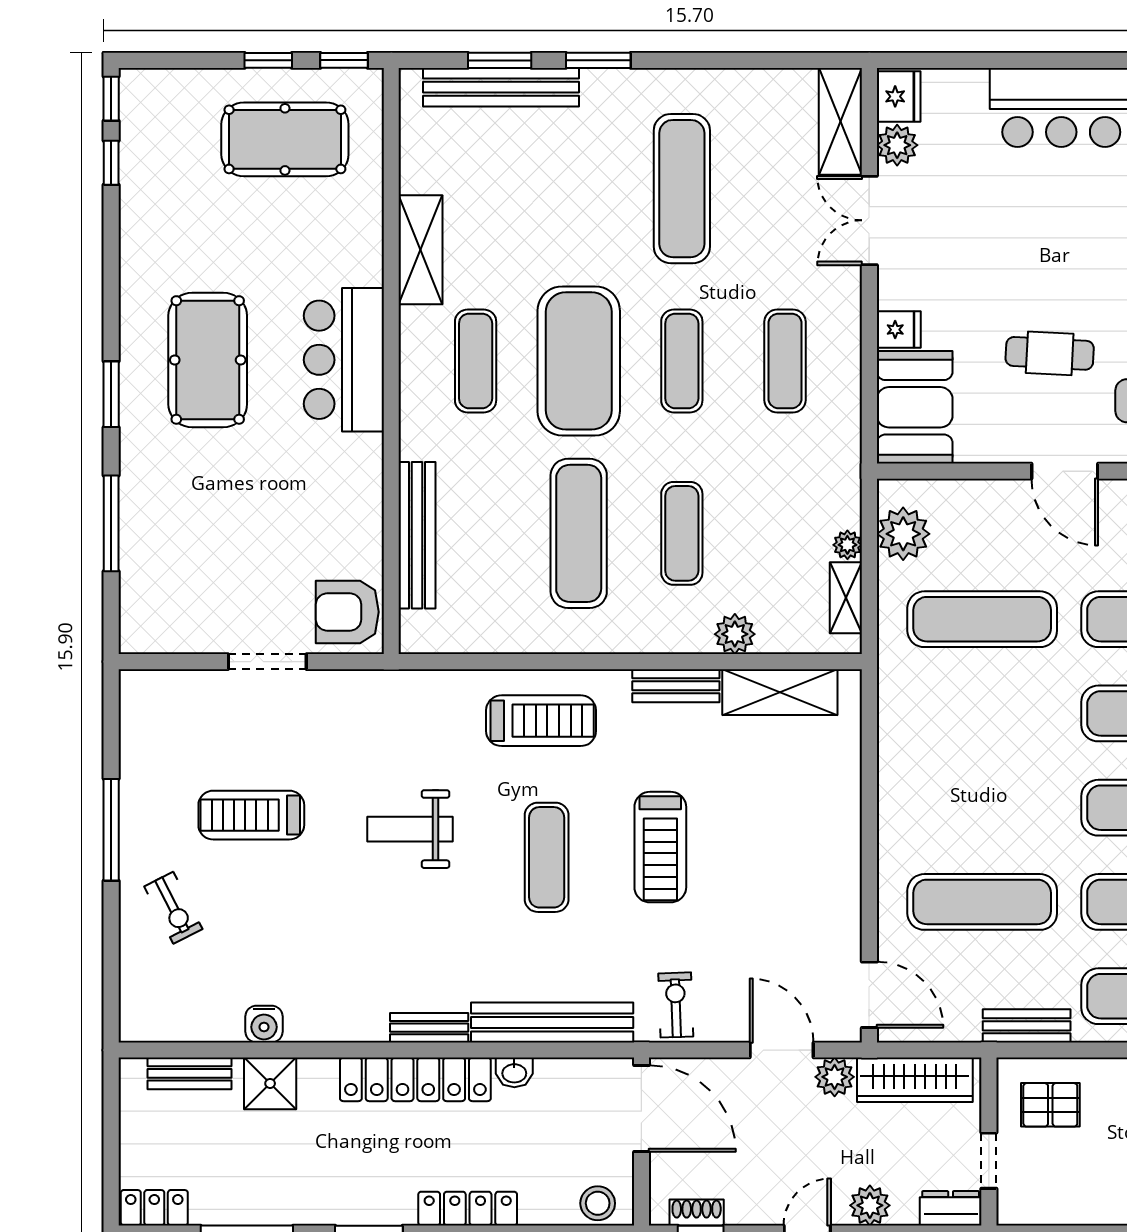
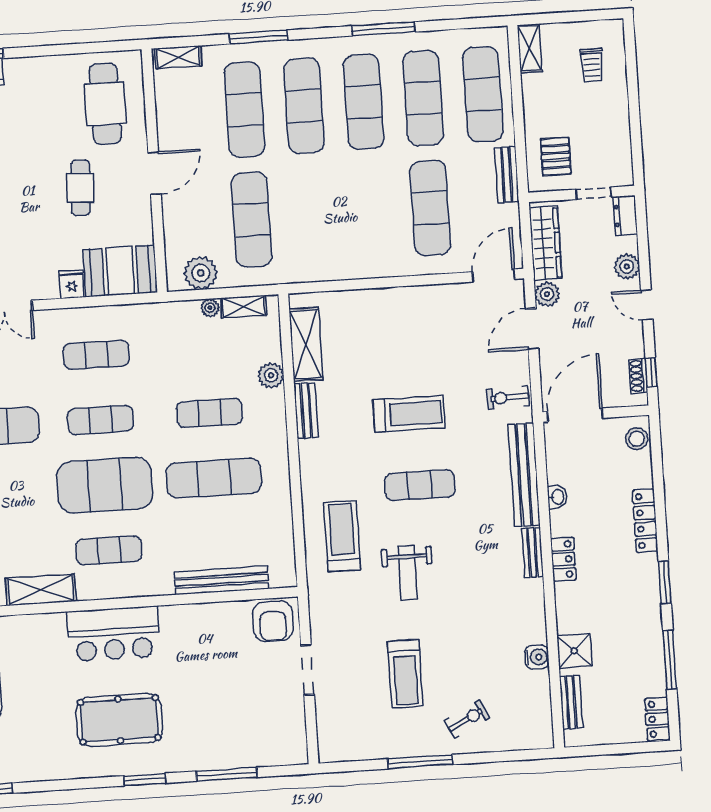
treadmill: (541, 721) -> (342, 536), moved
locker: (415, 1079) -> (563, 559), width x0.46, depth x0.83

